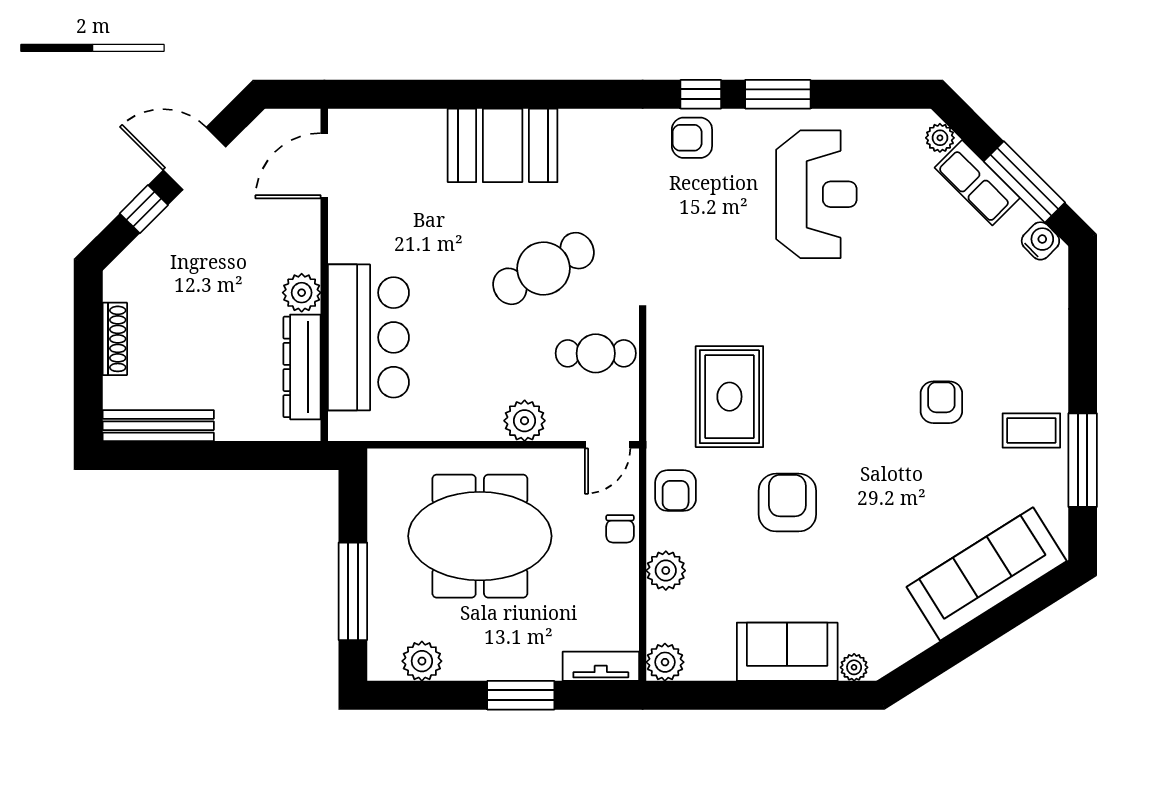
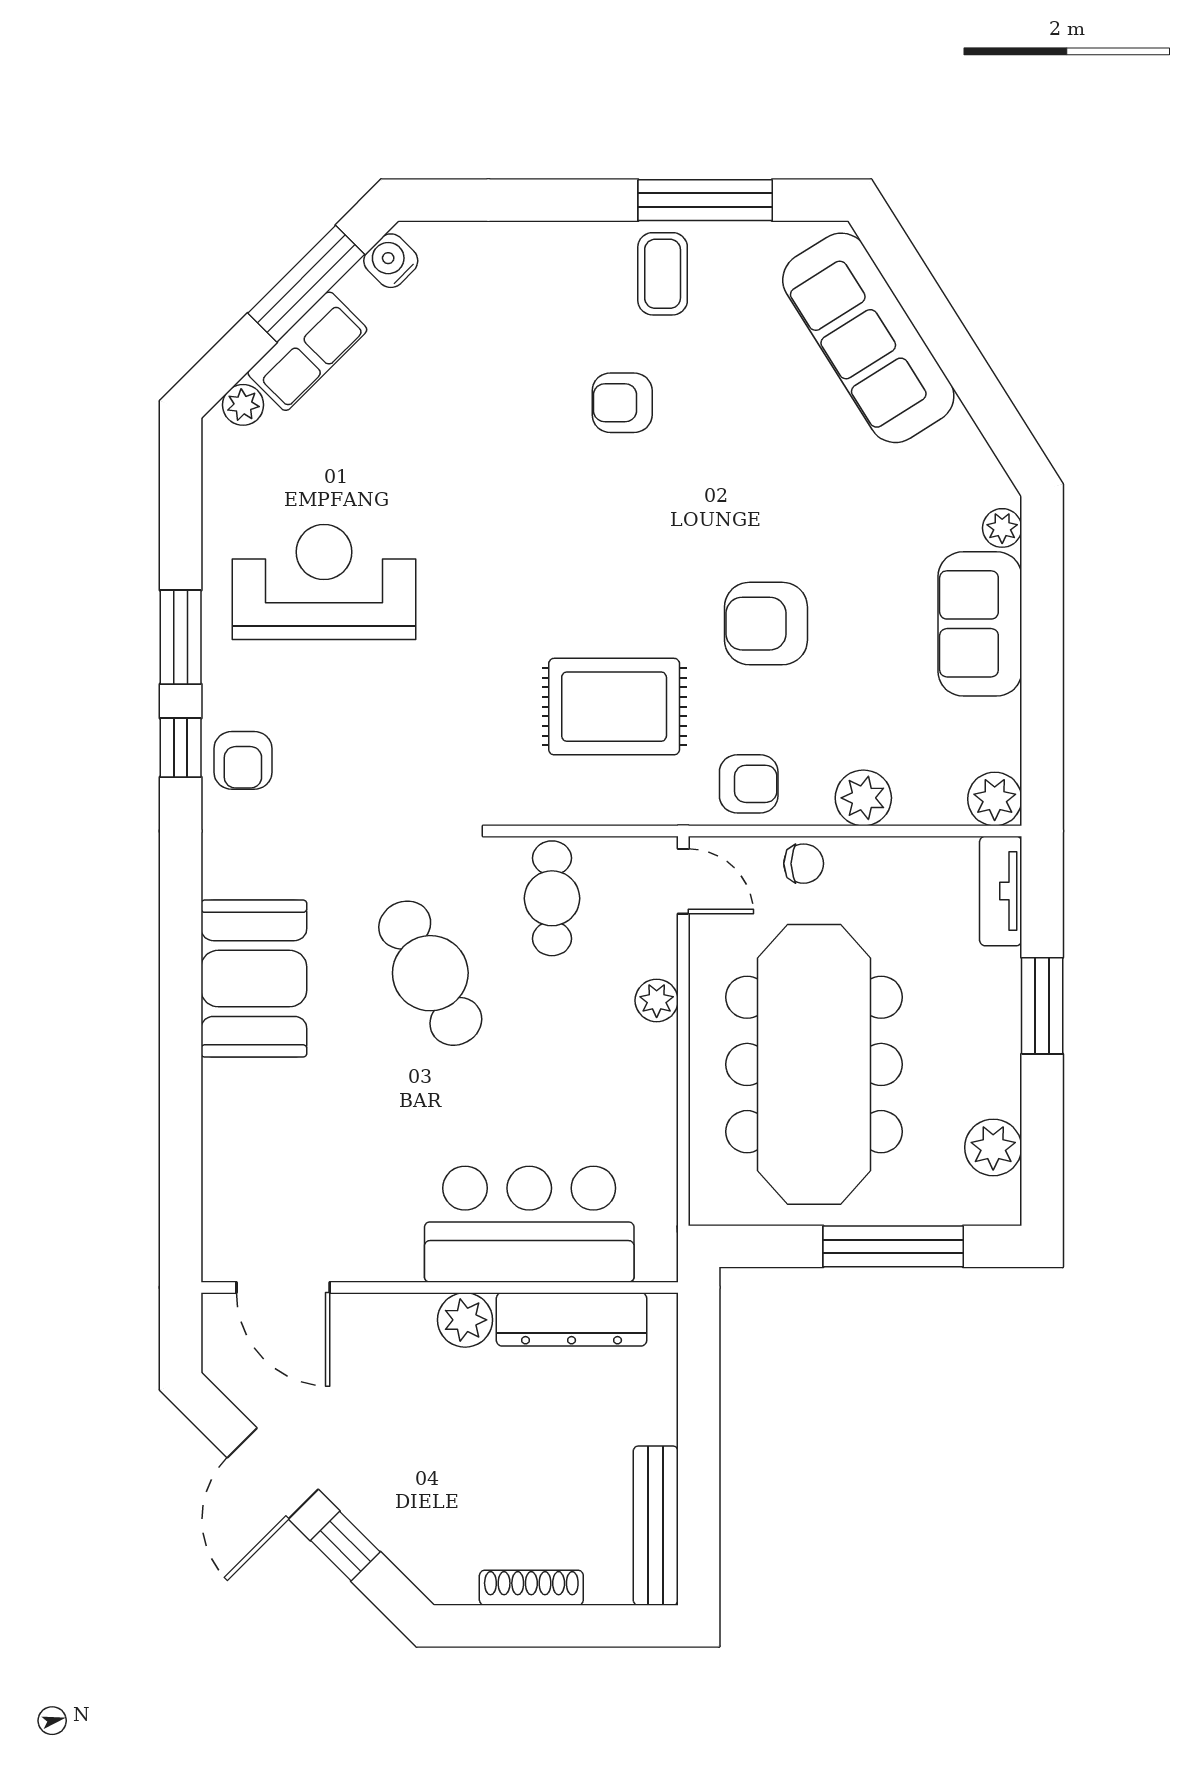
booth: (503, 145) -> (254, 979), moved
plant: (525, 421) -> (657, 1000), width x0.73, depth x0.73
meeting table: (480, 536) -> (814, 1064), width x1.36

